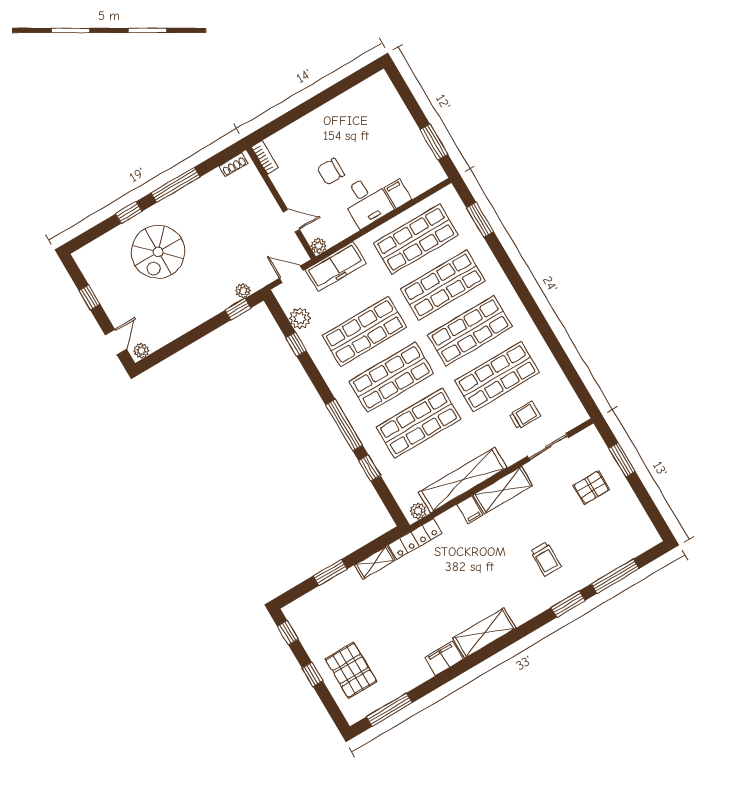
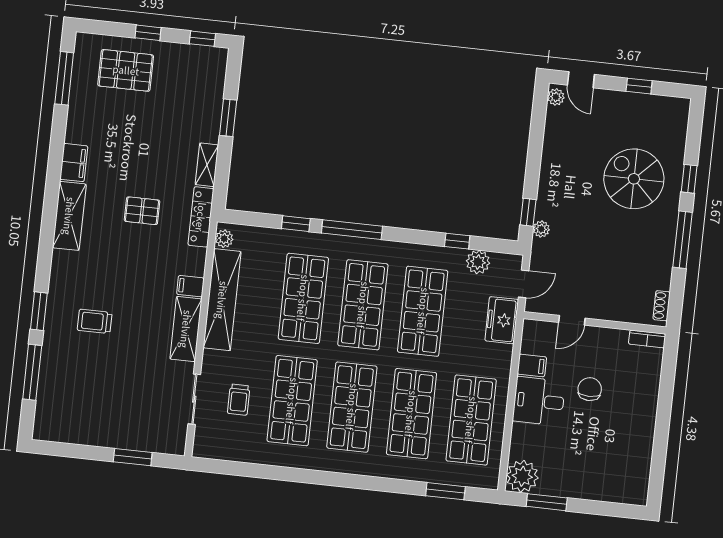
filing cabinet: (398, 194) -> (532, 365), moved
plant: (319, 246) -> (522, 476), moved, width x1.88, depth x1.88
freezer: (335, 266) -> (502, 320), width x0.71
pallet: (591, 487) -> (142, 211), moved, turned 90

